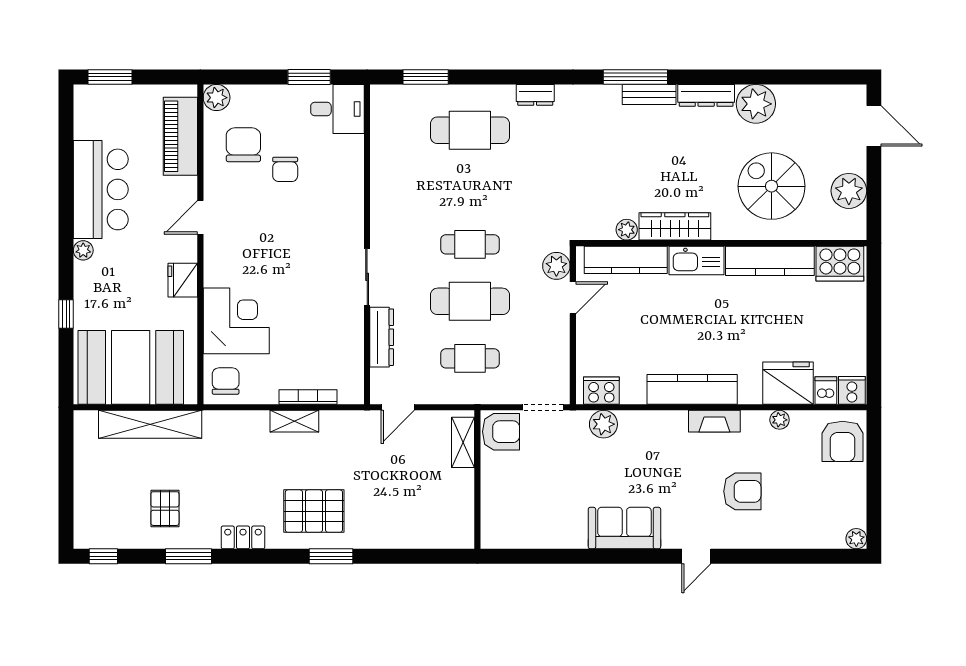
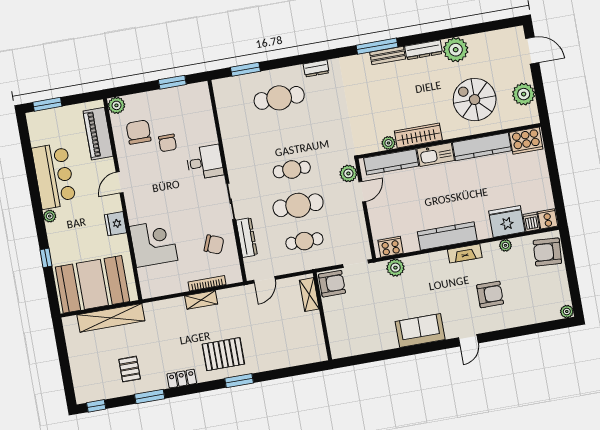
desk: (337, 109) -> (205, 162), moved
chair: (226, 381) -> (214, 244), moved, turned 112
armchair: (843, 441) -> (547, 252), turned 94

